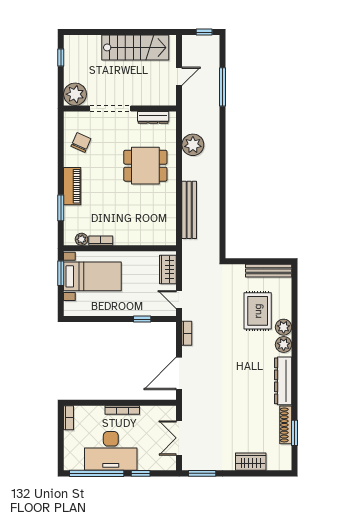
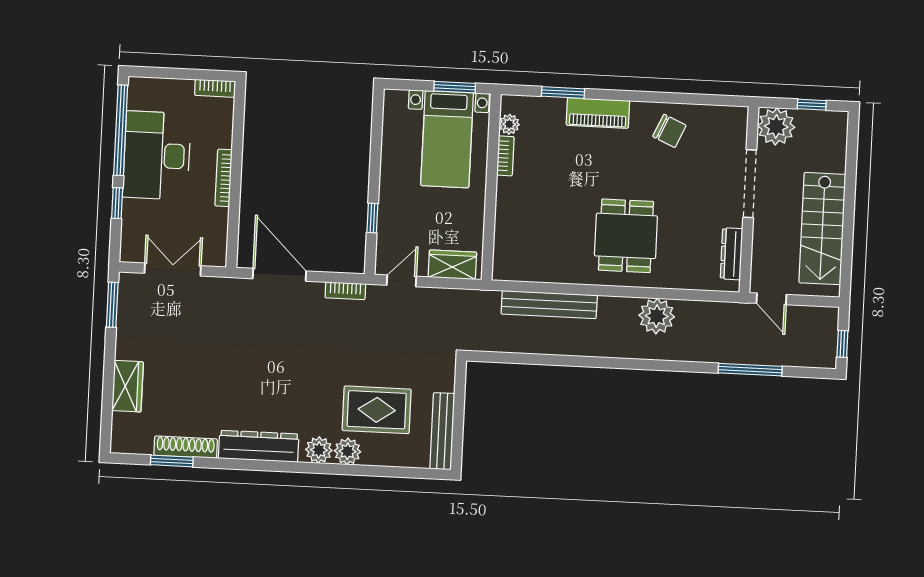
plant: (75, 94) -> (776, 126), moved
doorway: (110, 108) -> (750, 184), moved
wall: (120, 108) -> (749, 200), moved
dresser: (153, 117) -> (731, 254), moved

